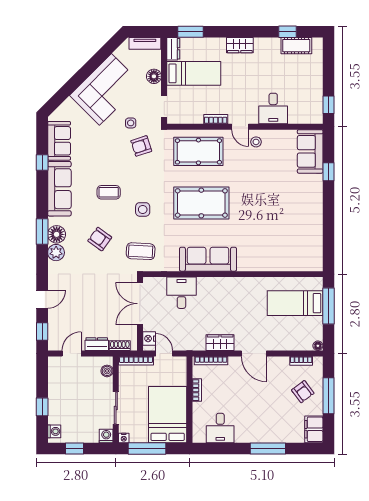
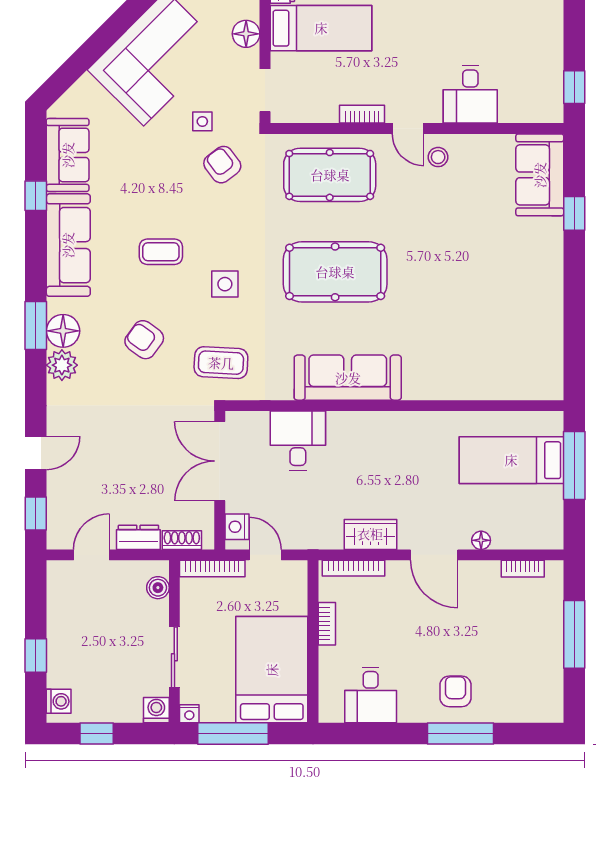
armchair: (141, 146) -> (222, 165), turned 71
floor lamp: (318, 346) -> (481, 540), moved
armchair: (303, 392) -> (455, 691), moved, turned -143
filing cabinet: (314, 429) -> (547, 697), removed

